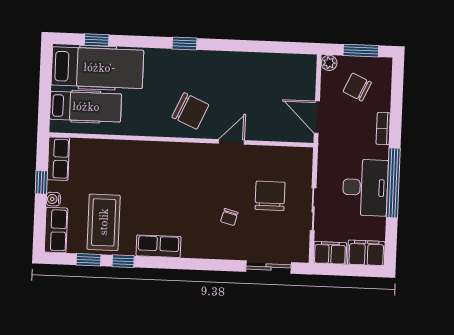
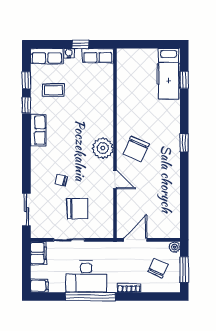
hospital bed: (97, 68) -> (169, 74), width x0.73, depth x0.78
hospital bed: (86, 107) -> (136, 74), removed
plant: (187, 157) -> (103, 148), added
coffee table: (104, 222) -> (54, 90), width x0.54, depth x0.58
filing cabinet: (366, 253) -> (39, 286), width x0.50

